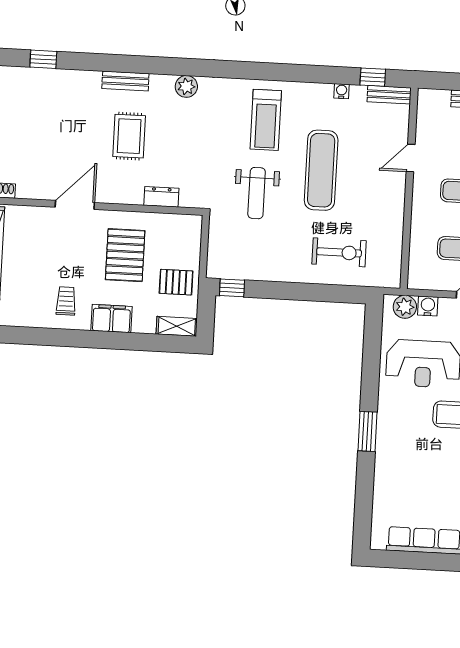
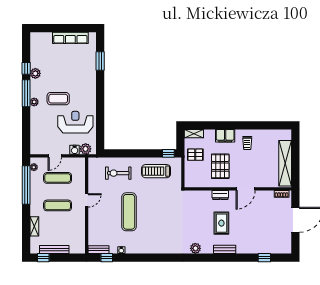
treadmill: (266, 120) -> (156, 171), moved, turned -90
door: (411, 158) -> (87, 200), moved
weight bench: (257, 193) -> (159, 199), removed
dresser: (161, 197) -> (220, 195), moved
window: (367, 431) -> (100, 61), moved

